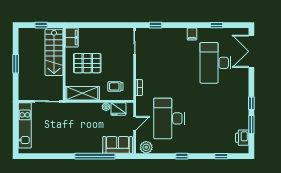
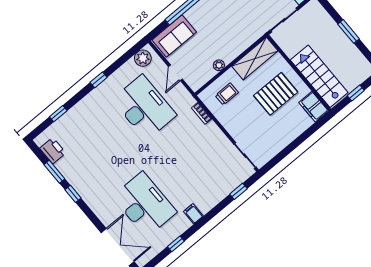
fridge: (118, 109) -> (204, 74), removed

